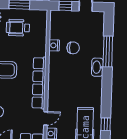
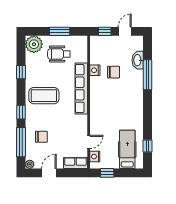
washbasin: (97, 67) -> (138, 60), moved
row of seats: (39, 83) -> (81, 89), moved

